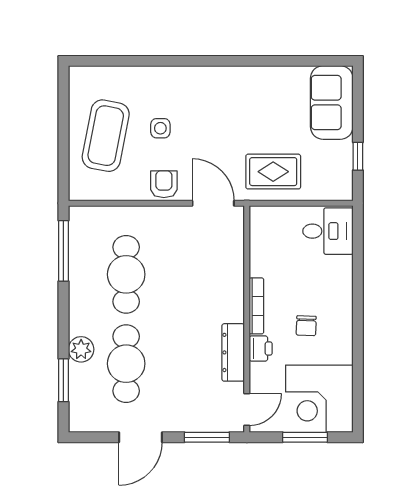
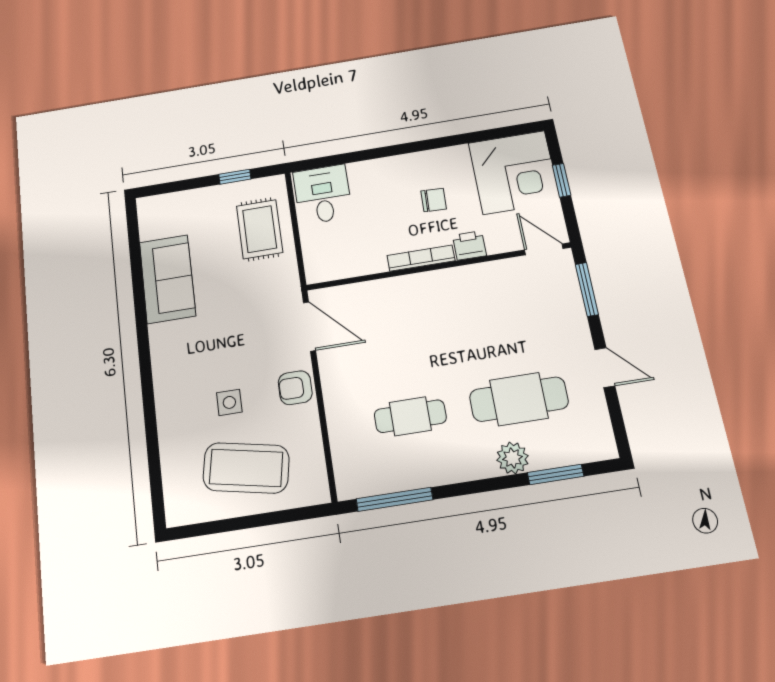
sofa: (332, 102) -> (167, 279), moved, turned -90
rug: (273, 172) -> (260, 229), moved
door: (213, 203) -> (309, 326), swing flipped
cafe table: (126, 274) -> (410, 416), width x0.73, depth x0.74
dresser: (233, 352) -> (480, 275), removed
door: (140, 437) -> (605, 368), width x0.73
window: (305, 437) -> (561, 180), width x0.67

